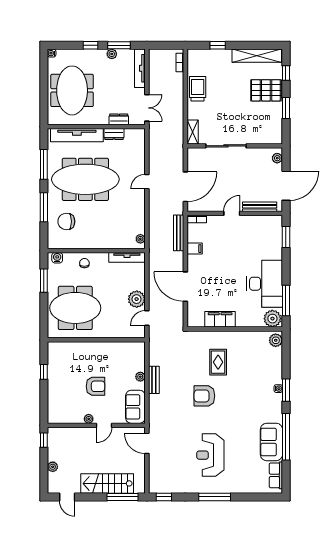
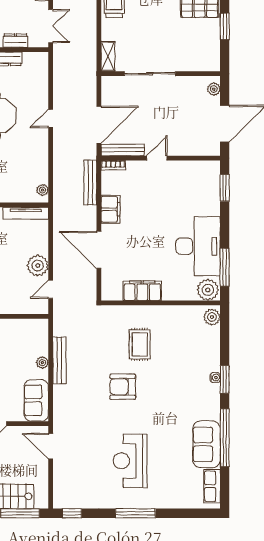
bench: (260, 207) -> (123, 150), moved
filing cabinet: (195, 249) -> (110, 209), width x2.00
bench: (154, 380) -> (59, 360), width x1.36

